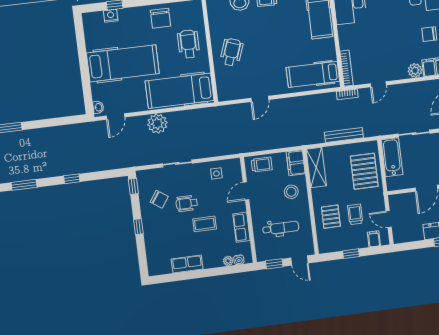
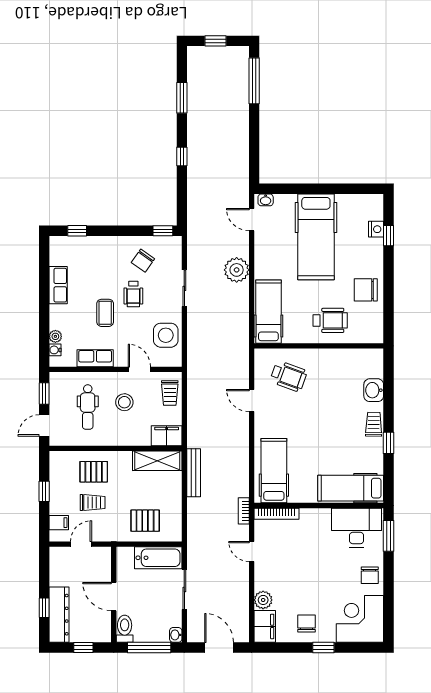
wheelchair: (232, 52) -> (289, 376), moved
hospital bed: (180, 91) -> (268, 312), width x0.73, depth x0.78
bench: (344, 135) -> (194, 473), moved
pallet: (364, 171) -> (145, 521), width x0.67, depth x0.71
side table: (216, 173) -> (166, 335), width x1.87, depth x1.87
stool: (291, 192) -> (124, 402), moved
wheelchair: (187, 203) -> (133, 294), turned 180
window: (138, 227) -> (77, 231), moved

